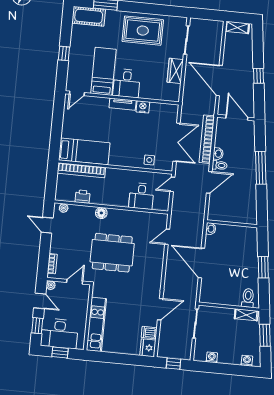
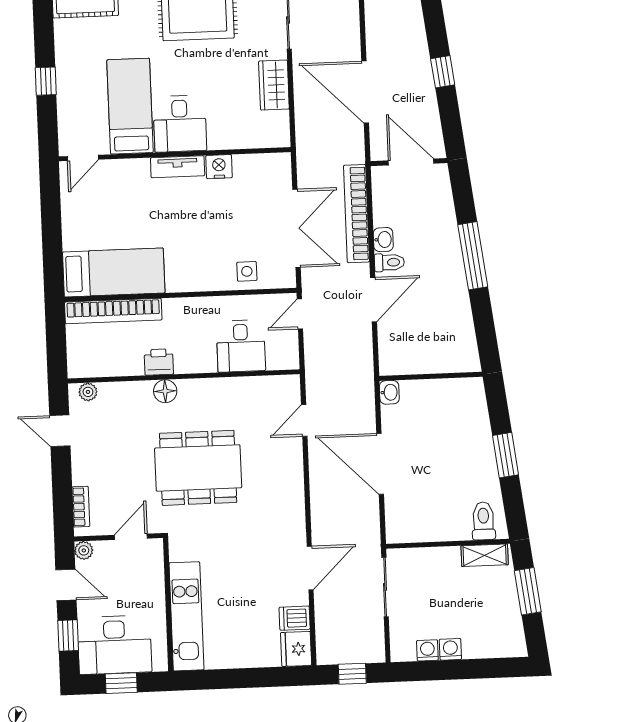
printer: (83, 197) -> (159, 362), moved
washing machine: (247, 361) -> (450, 649), moved

